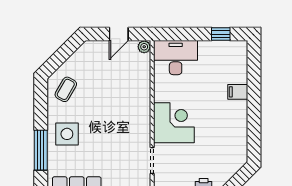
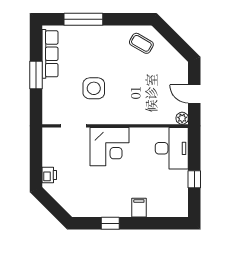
window: (221, 34) -> (194, 179), moved
window: (254, 122) -> (110, 223), added
side table: (67, 134) -> (94, 88), moved

